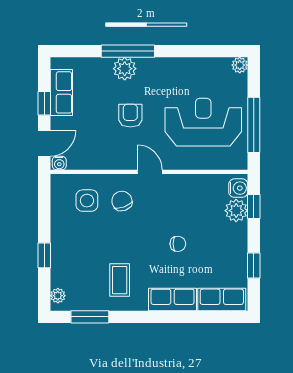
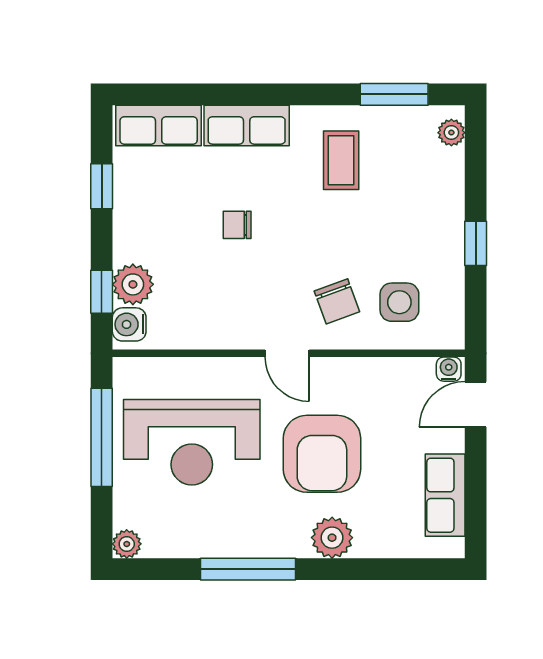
window: (128, 51) -> (248, 569), moved
window: (44, 103) -> (476, 476), removed
armchair: (130, 116) -> (322, 454), width x1.88, depth x1.88
window: (44, 255) -> (476, 243), moved

